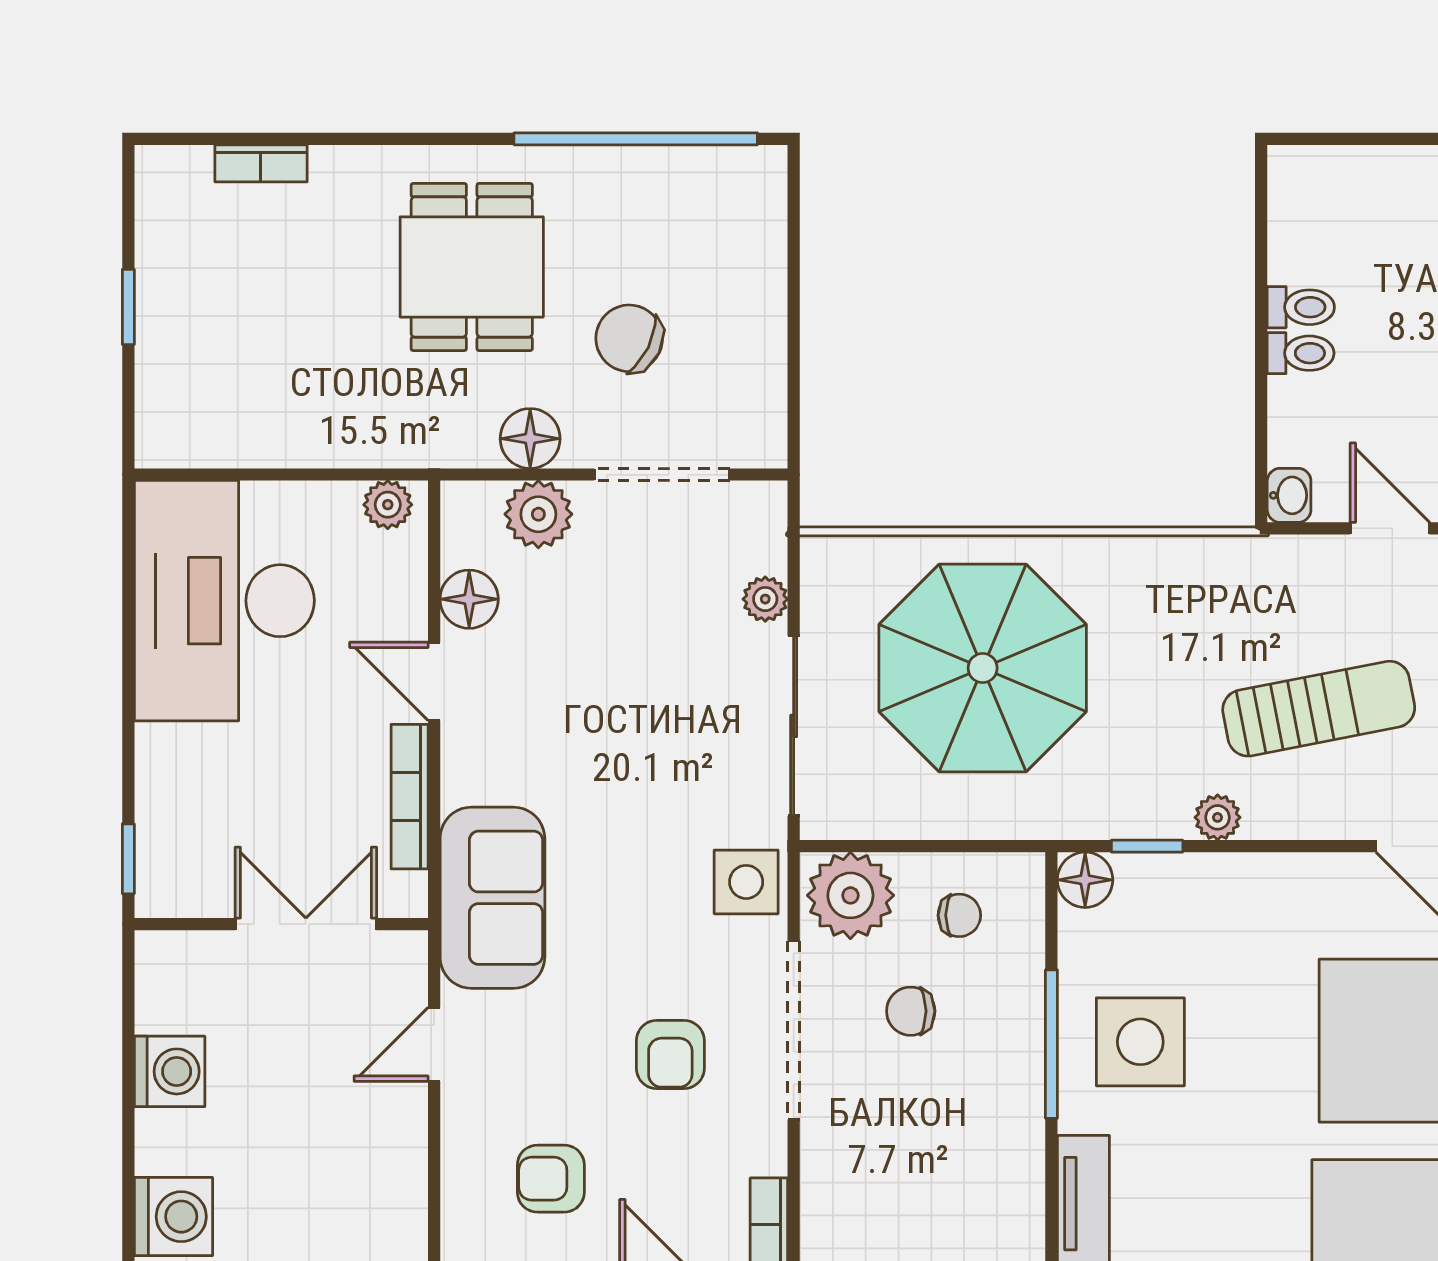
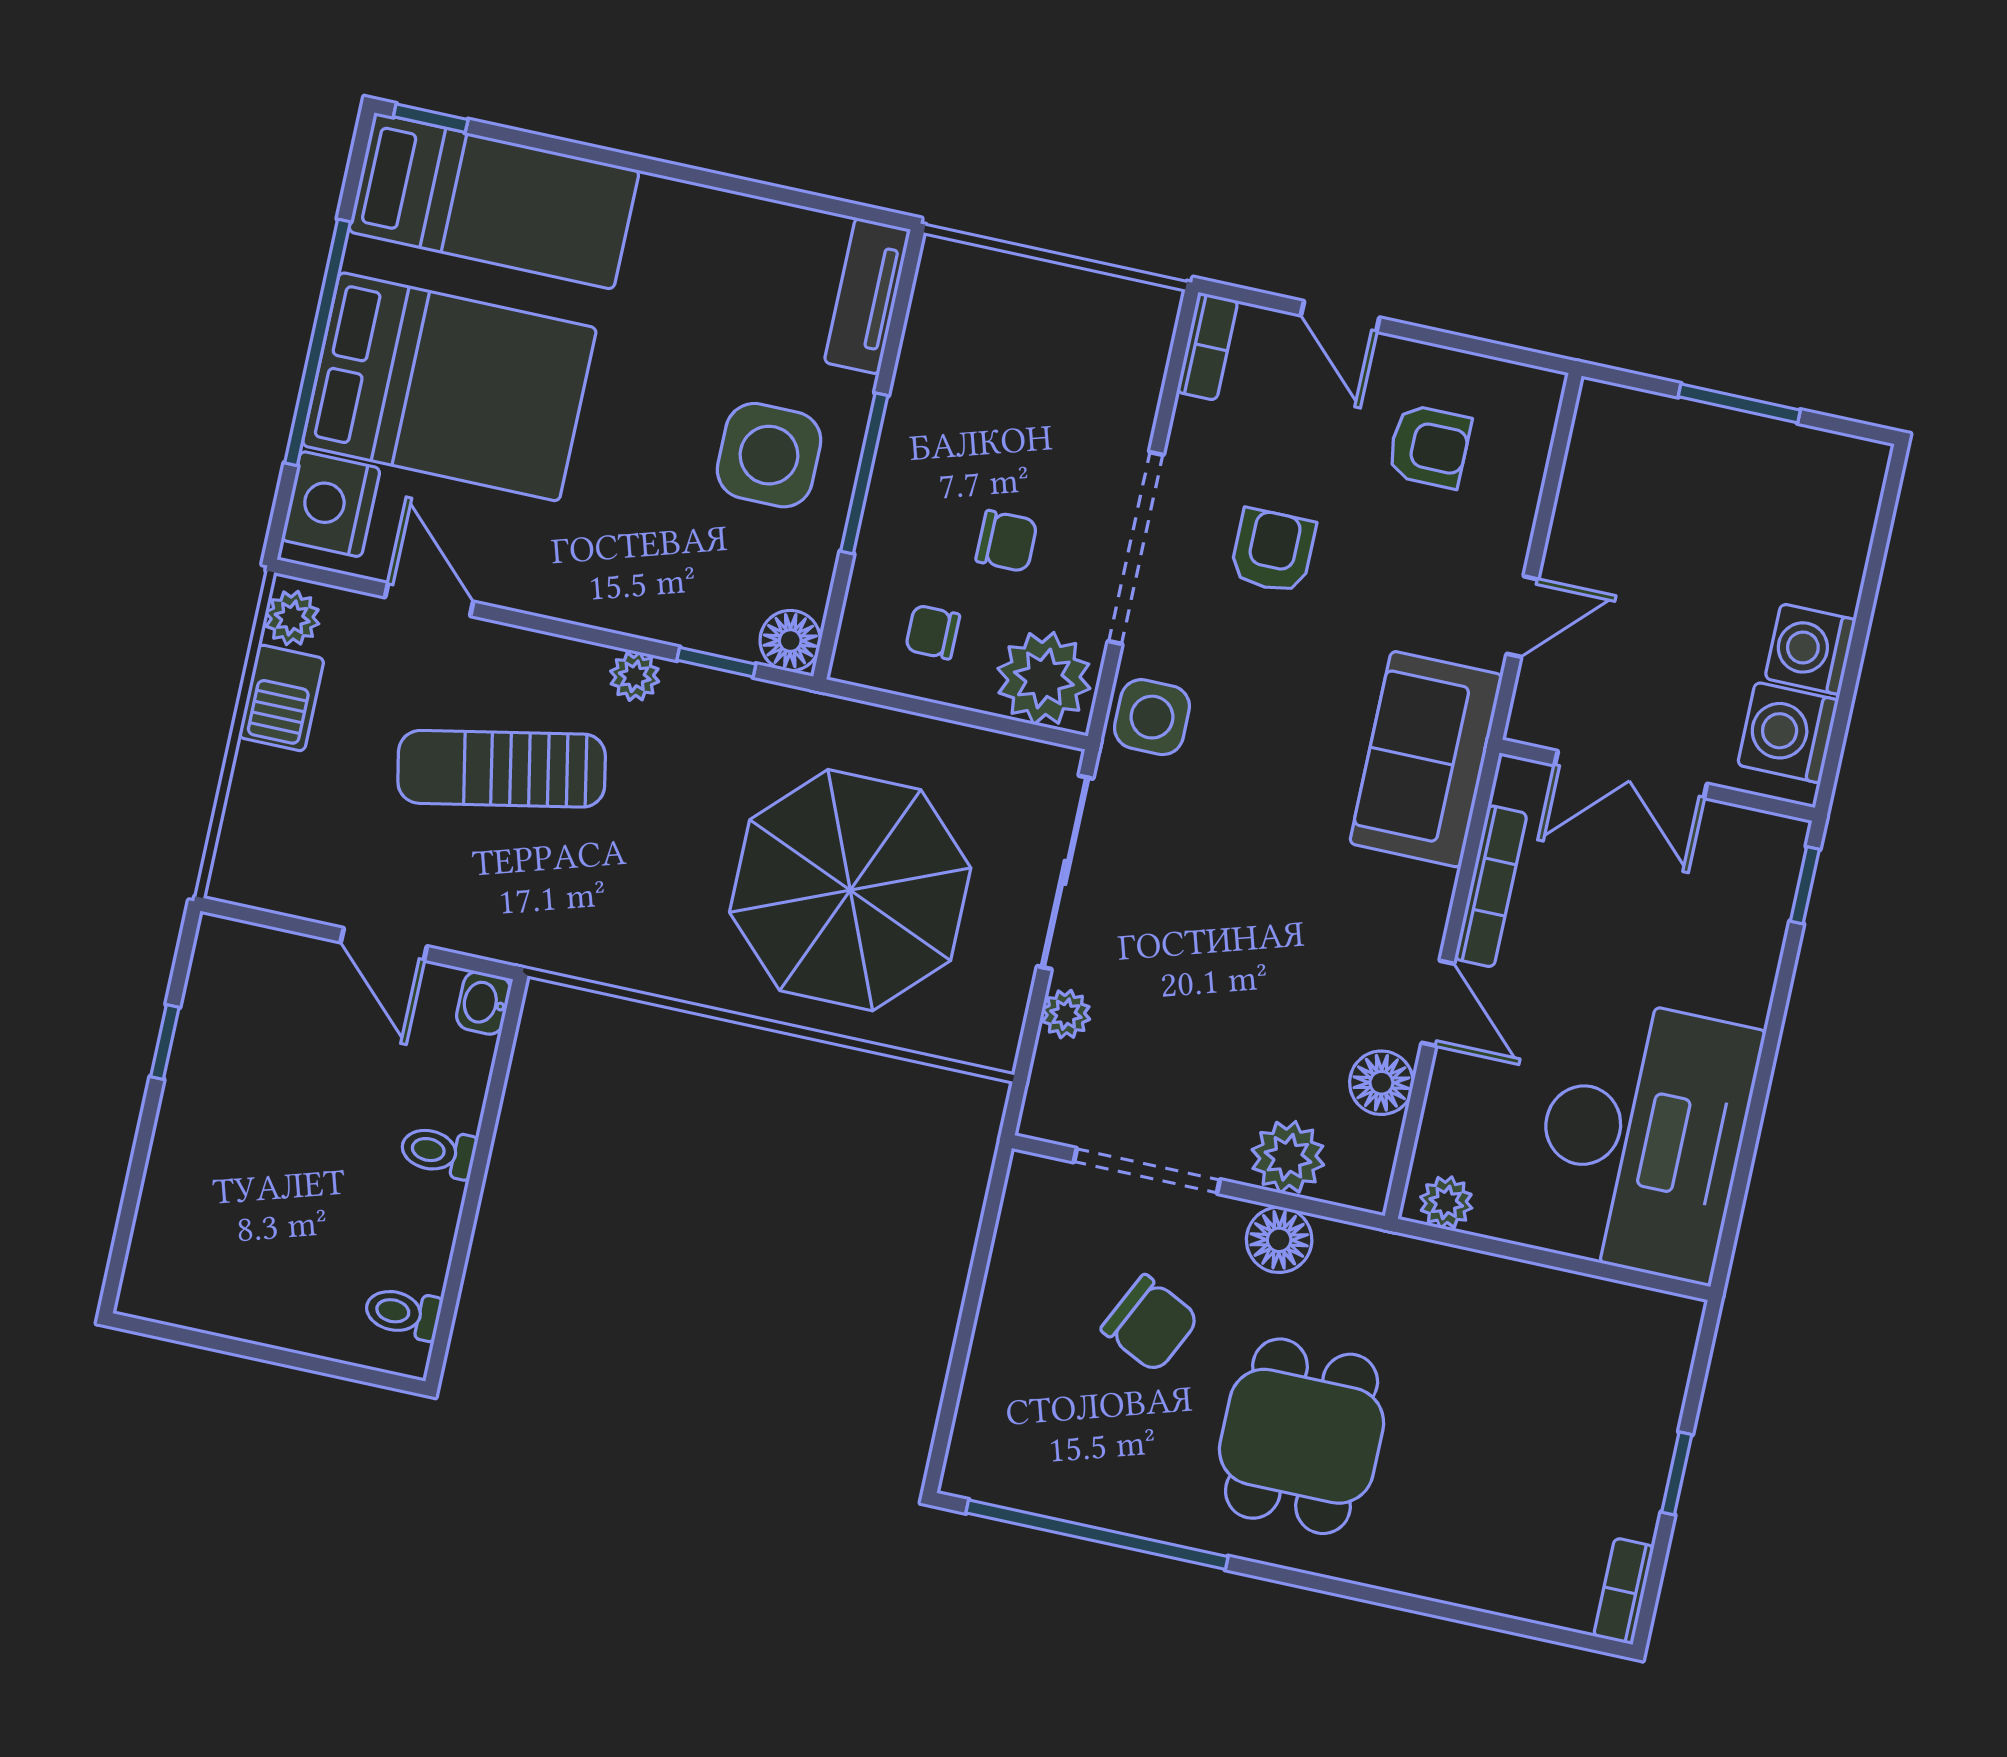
bookcase: (261, 163) -> (1624, 1591), moved, turned -90
toilet: (1301, 307) -> (403, 1313), moved
washing machine: (173, 1217) -> (1788, 733), moved

